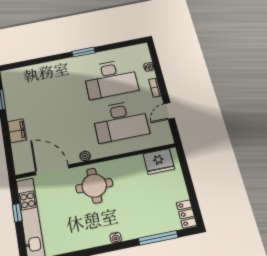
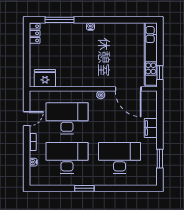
desk: (49, 91) -> (119, 158), added
round table: (94, 186) -> (98, 69), removed
window: (17, 213) -> (160, 73), moved

